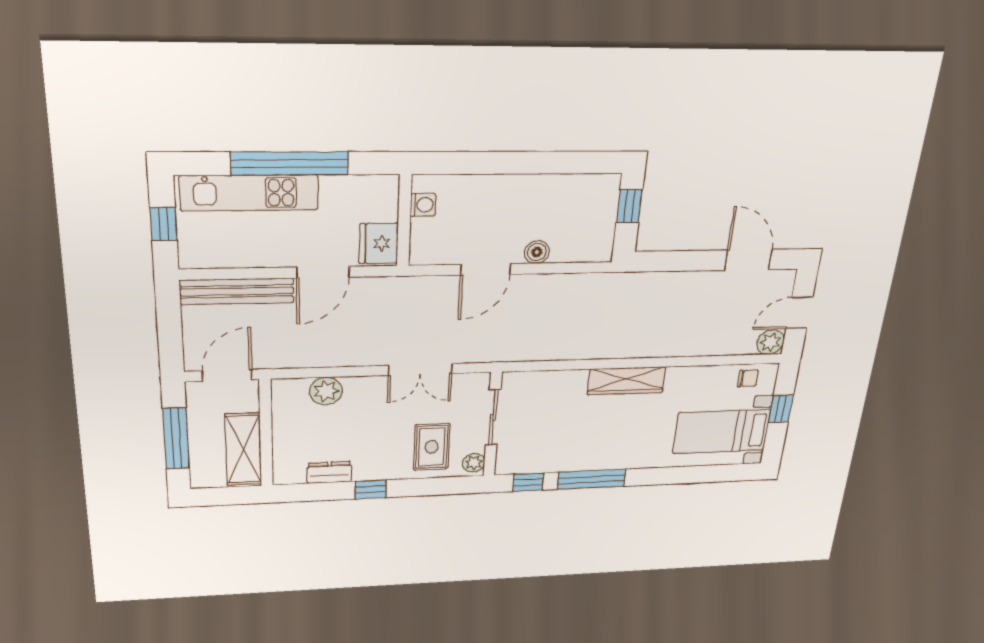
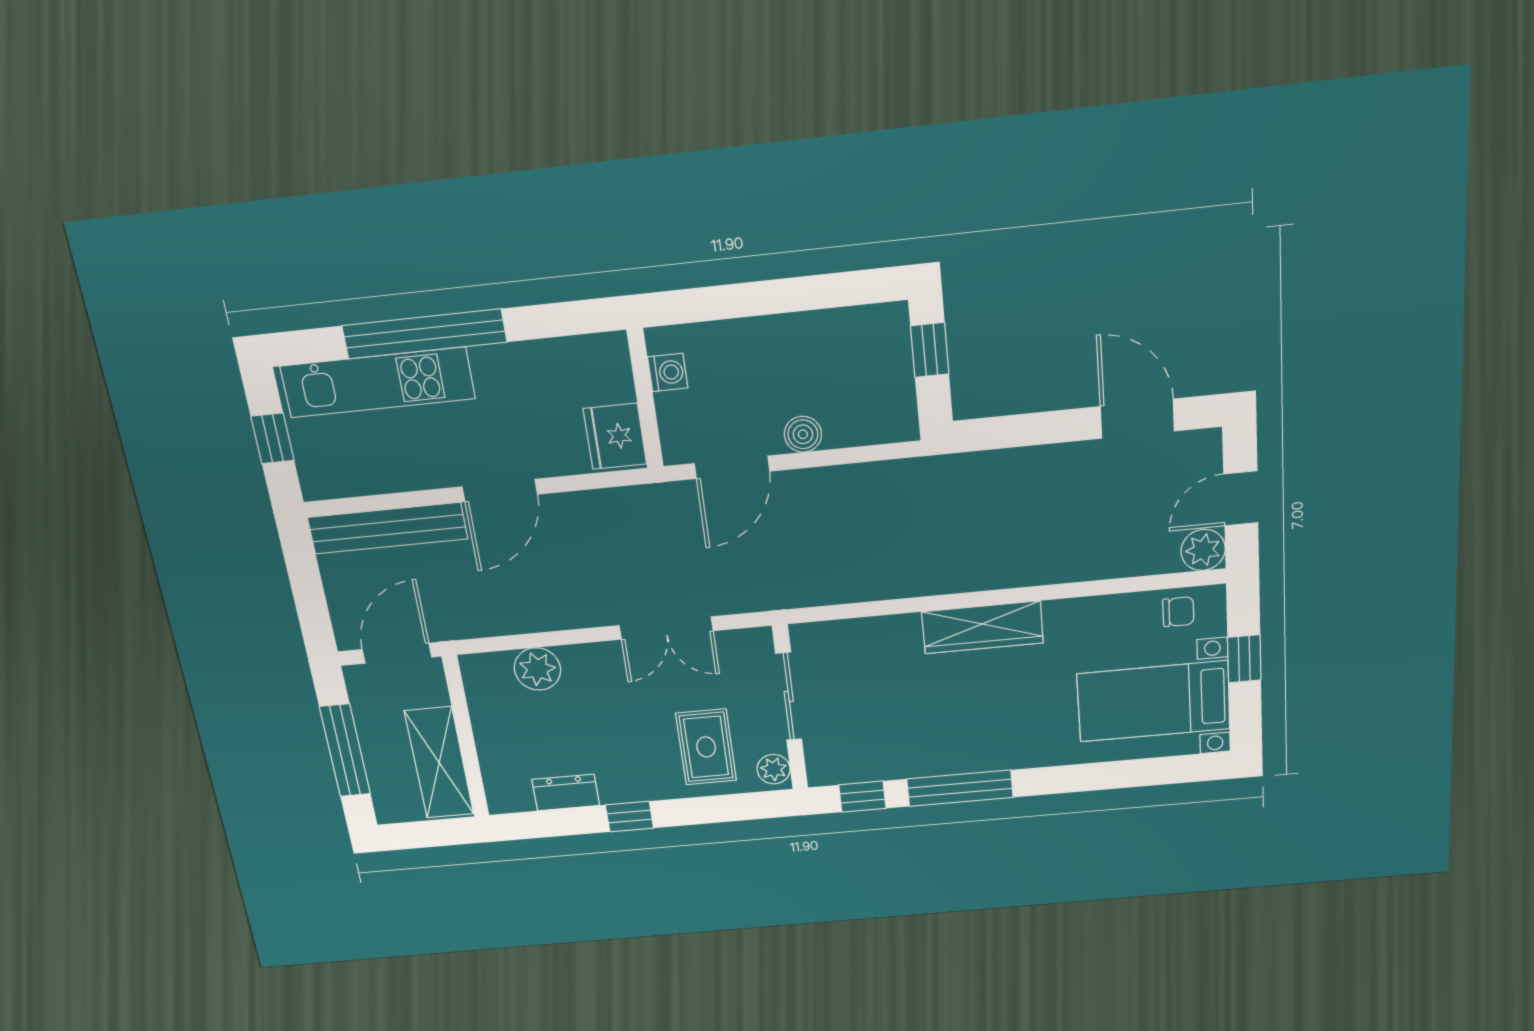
washing machine: (423, 205) -> (668, 372), moved
wall: (404, 221) -> (645, 399), moved
fridge: (379, 243) -> (615, 436), moved

